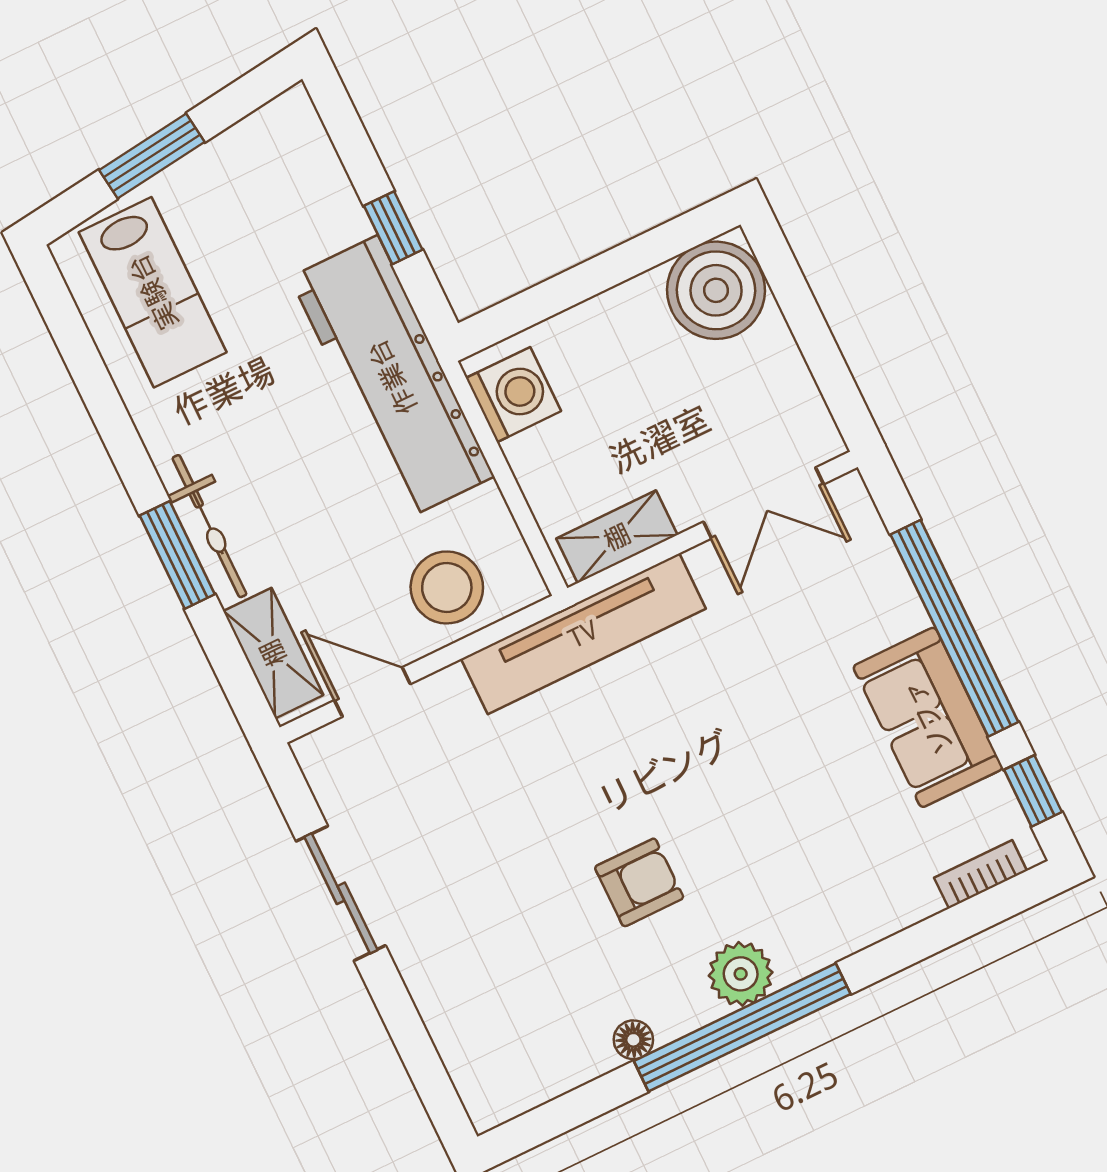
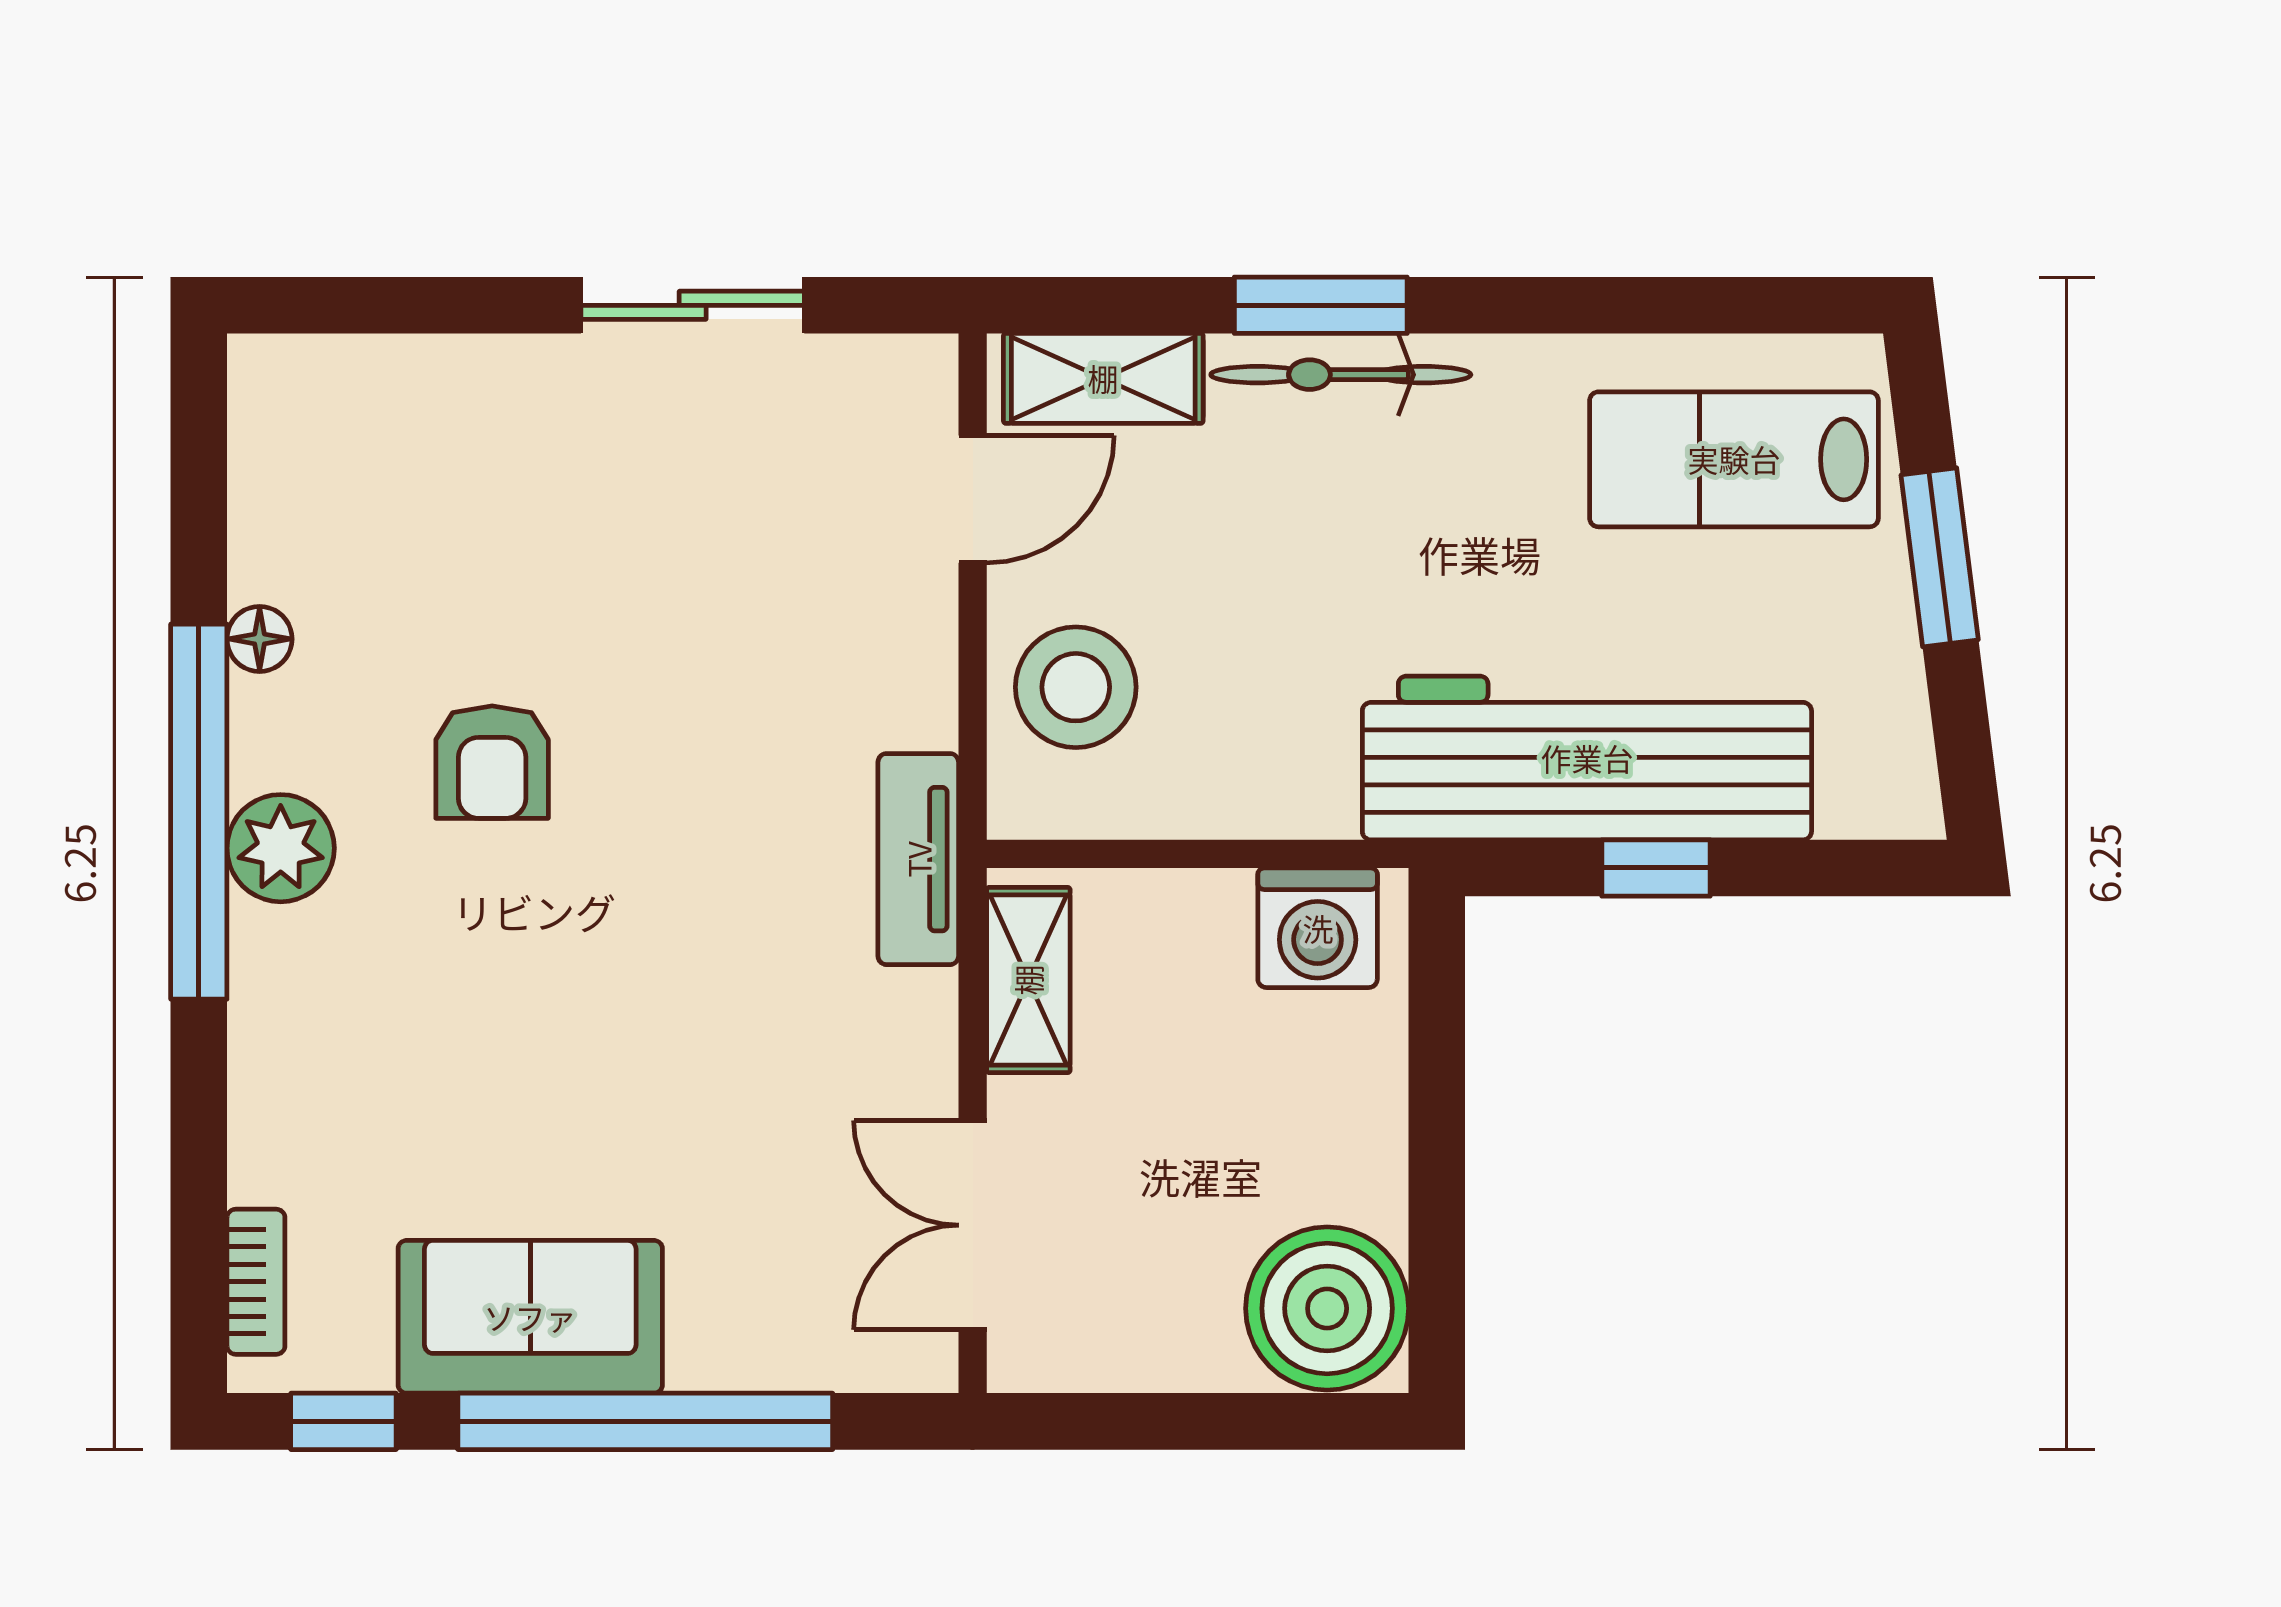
workbench: (392, 377) -> (1587, 758), moved
tv unit: (583, 634) -> (918, 859), width x0.52, depth x0.78

